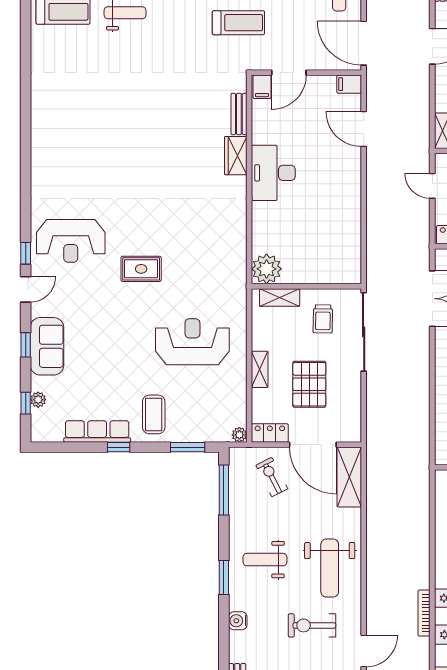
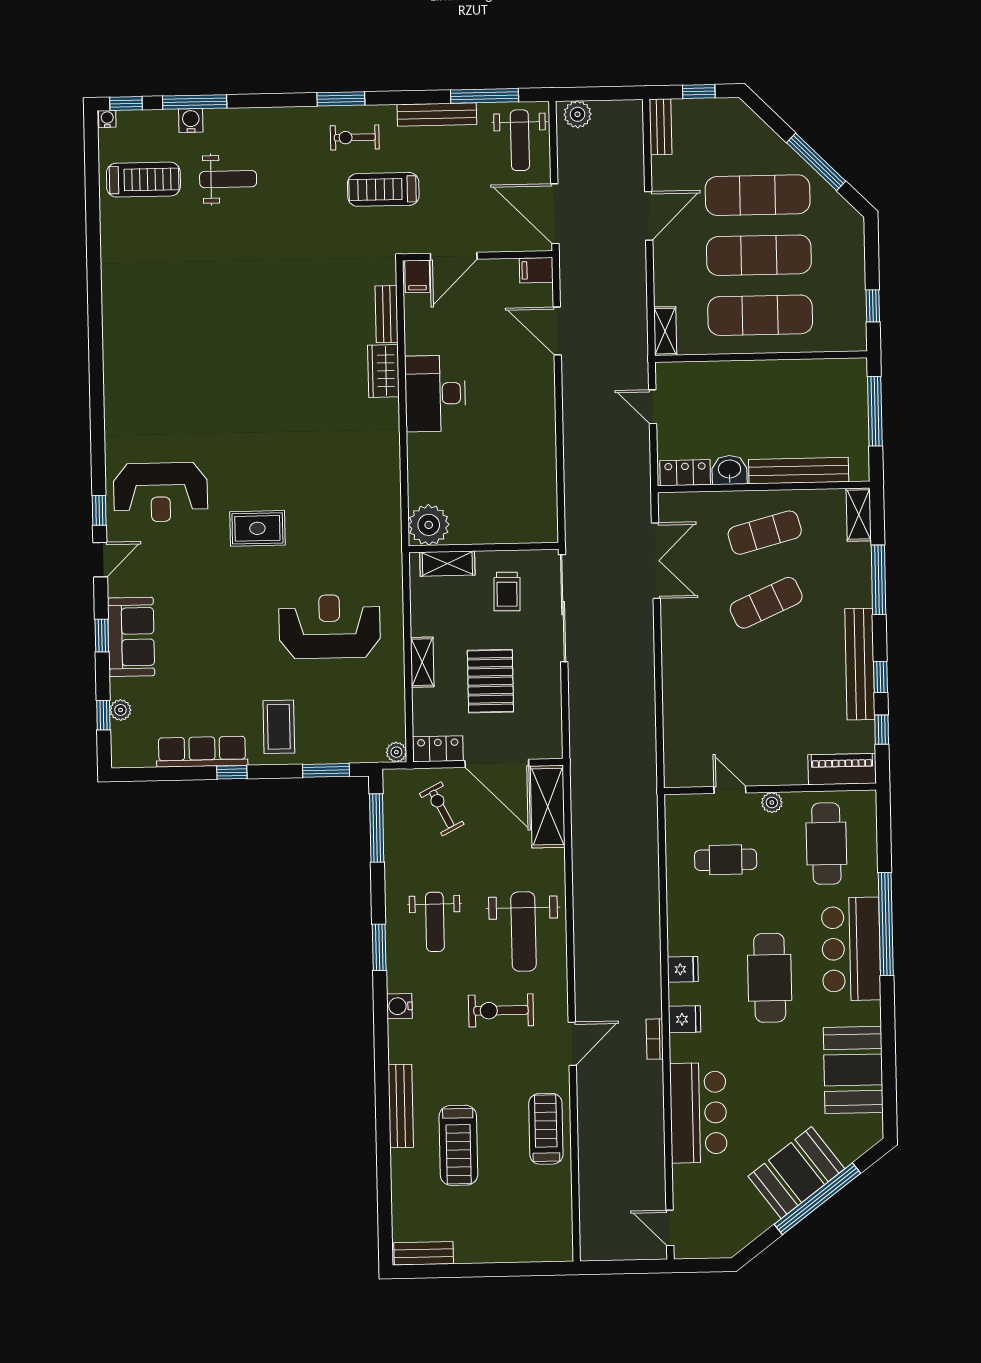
treadmill: (238, 23) -> (383, 189), turned 180
weight bench: (265, 560) -> (435, 922), turned -90
bookcase: (424, 613) -> (655, 1039), moved, width x0.64

